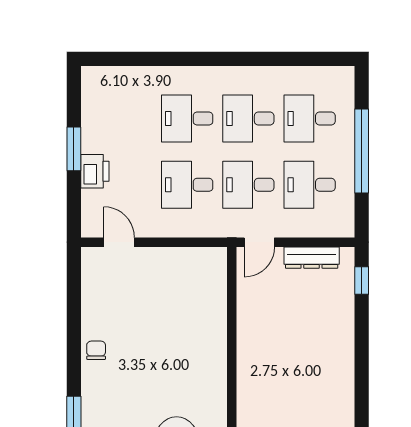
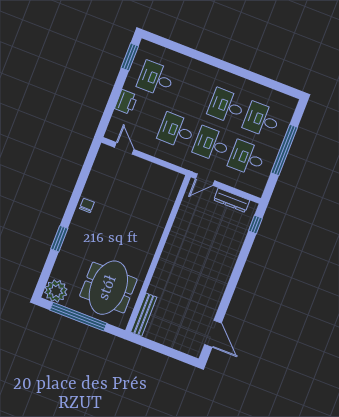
desk: (187, 119) -> (156, 79), moved
window: (74, 149) -> (130, 57), moved

